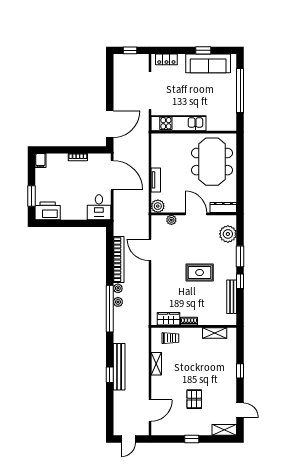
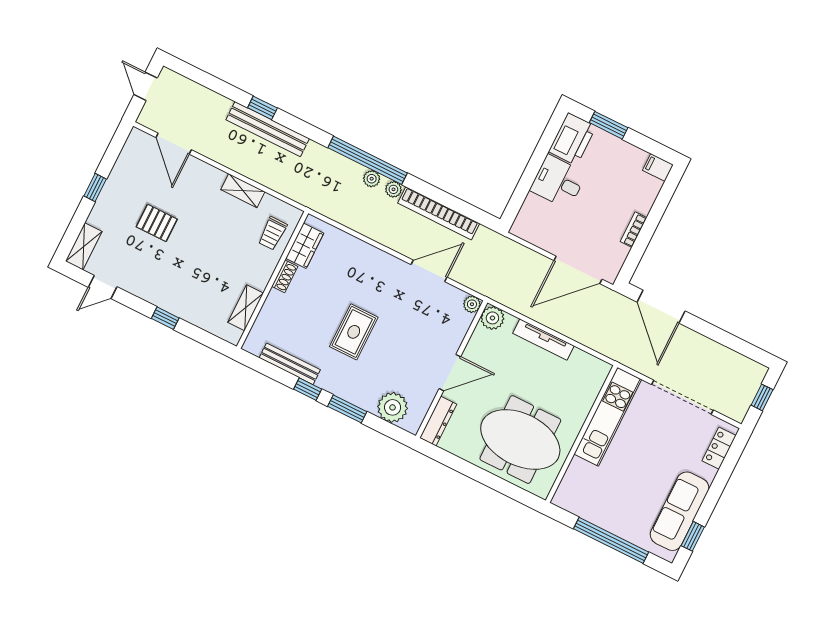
window: (203, 50) -> (693, 536), moved
tv unit: (156, 180) -> (543, 340), width x1.41
desk: (99, 207) -> (558, 182), moved
plant: (171, 220) -> (472, 304), moved

